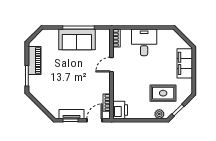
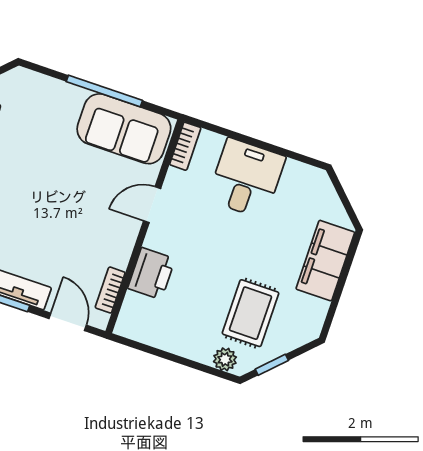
sofa: (77, 39) -> (124, 129), moved
rug: (163, 93) -> (250, 313), turned 90
printer: (120, 110) -> (151, 274), moved
door: (95, 120) -> (68, 322), hinge flipped

